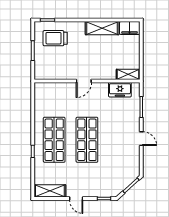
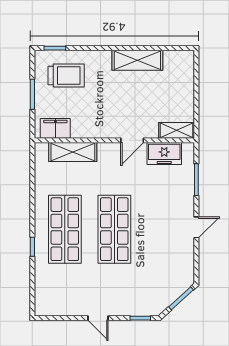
filing cabinet: (130, 28) -> (55, 128), moved, turned 180
trolley: (55, 38) -> (66, 76), turned 180
door: (84, 81) -> (132, 140), moved
door: (141, 139) -> (196, 227), hinge flipped
shelving: (50, 191) -> (73, 152), moved

